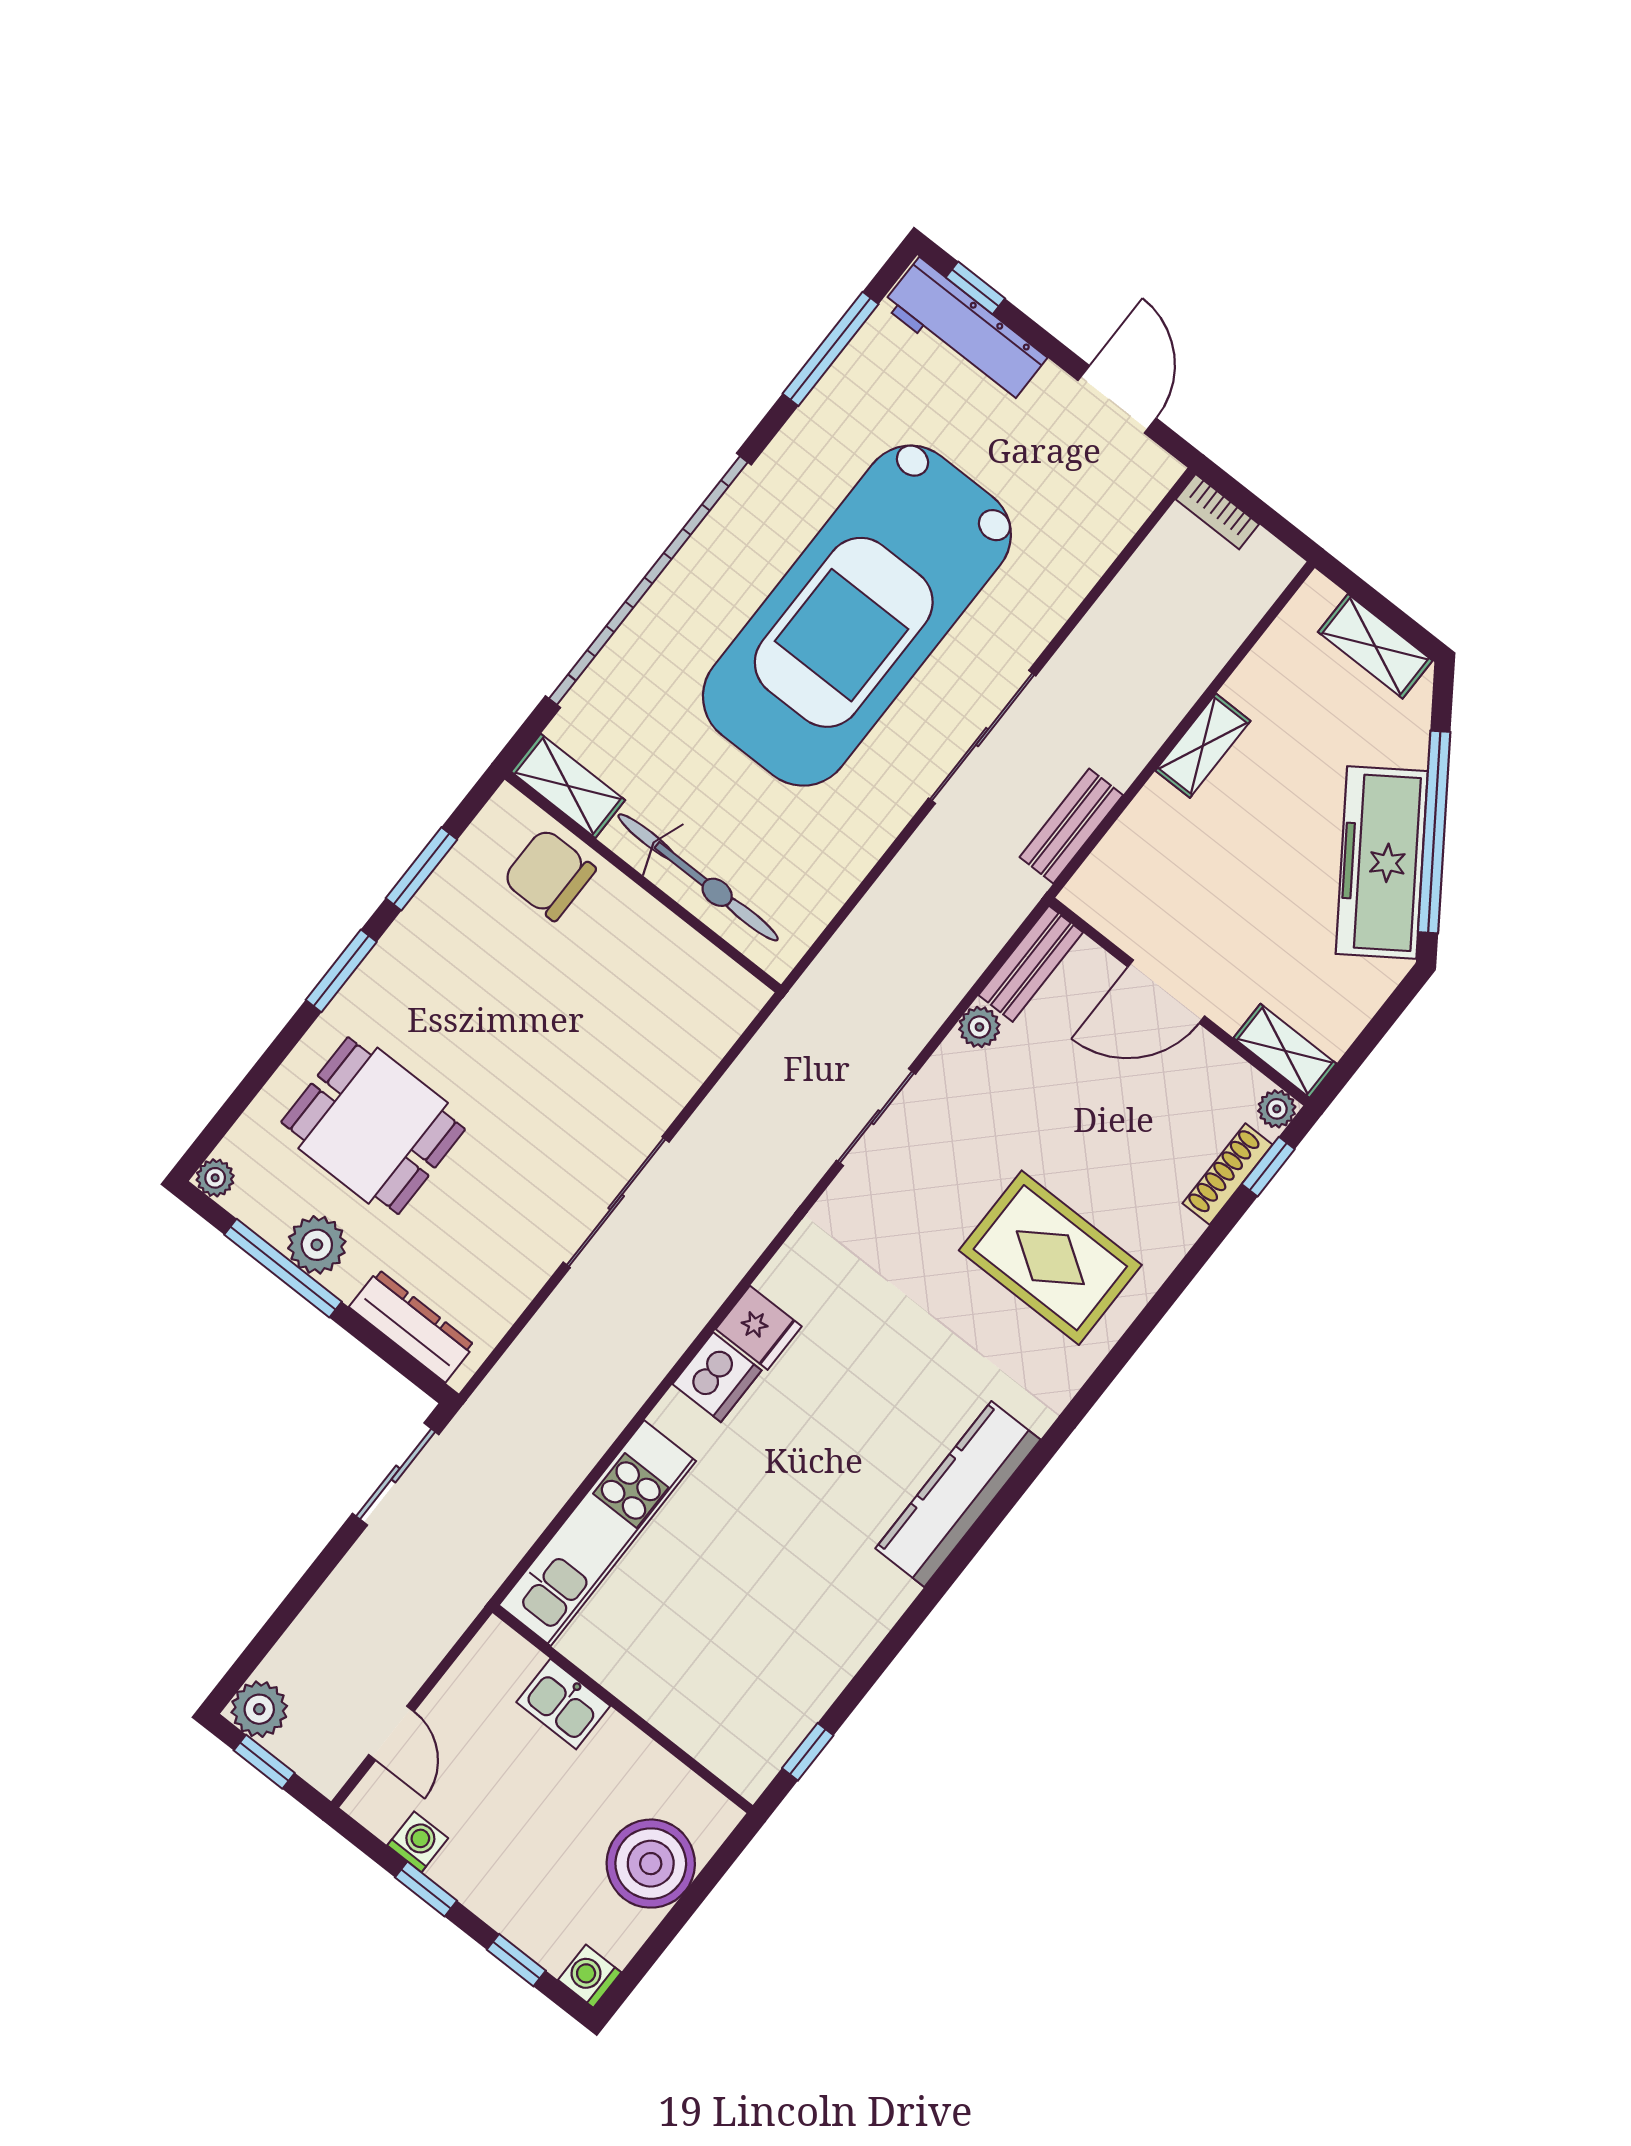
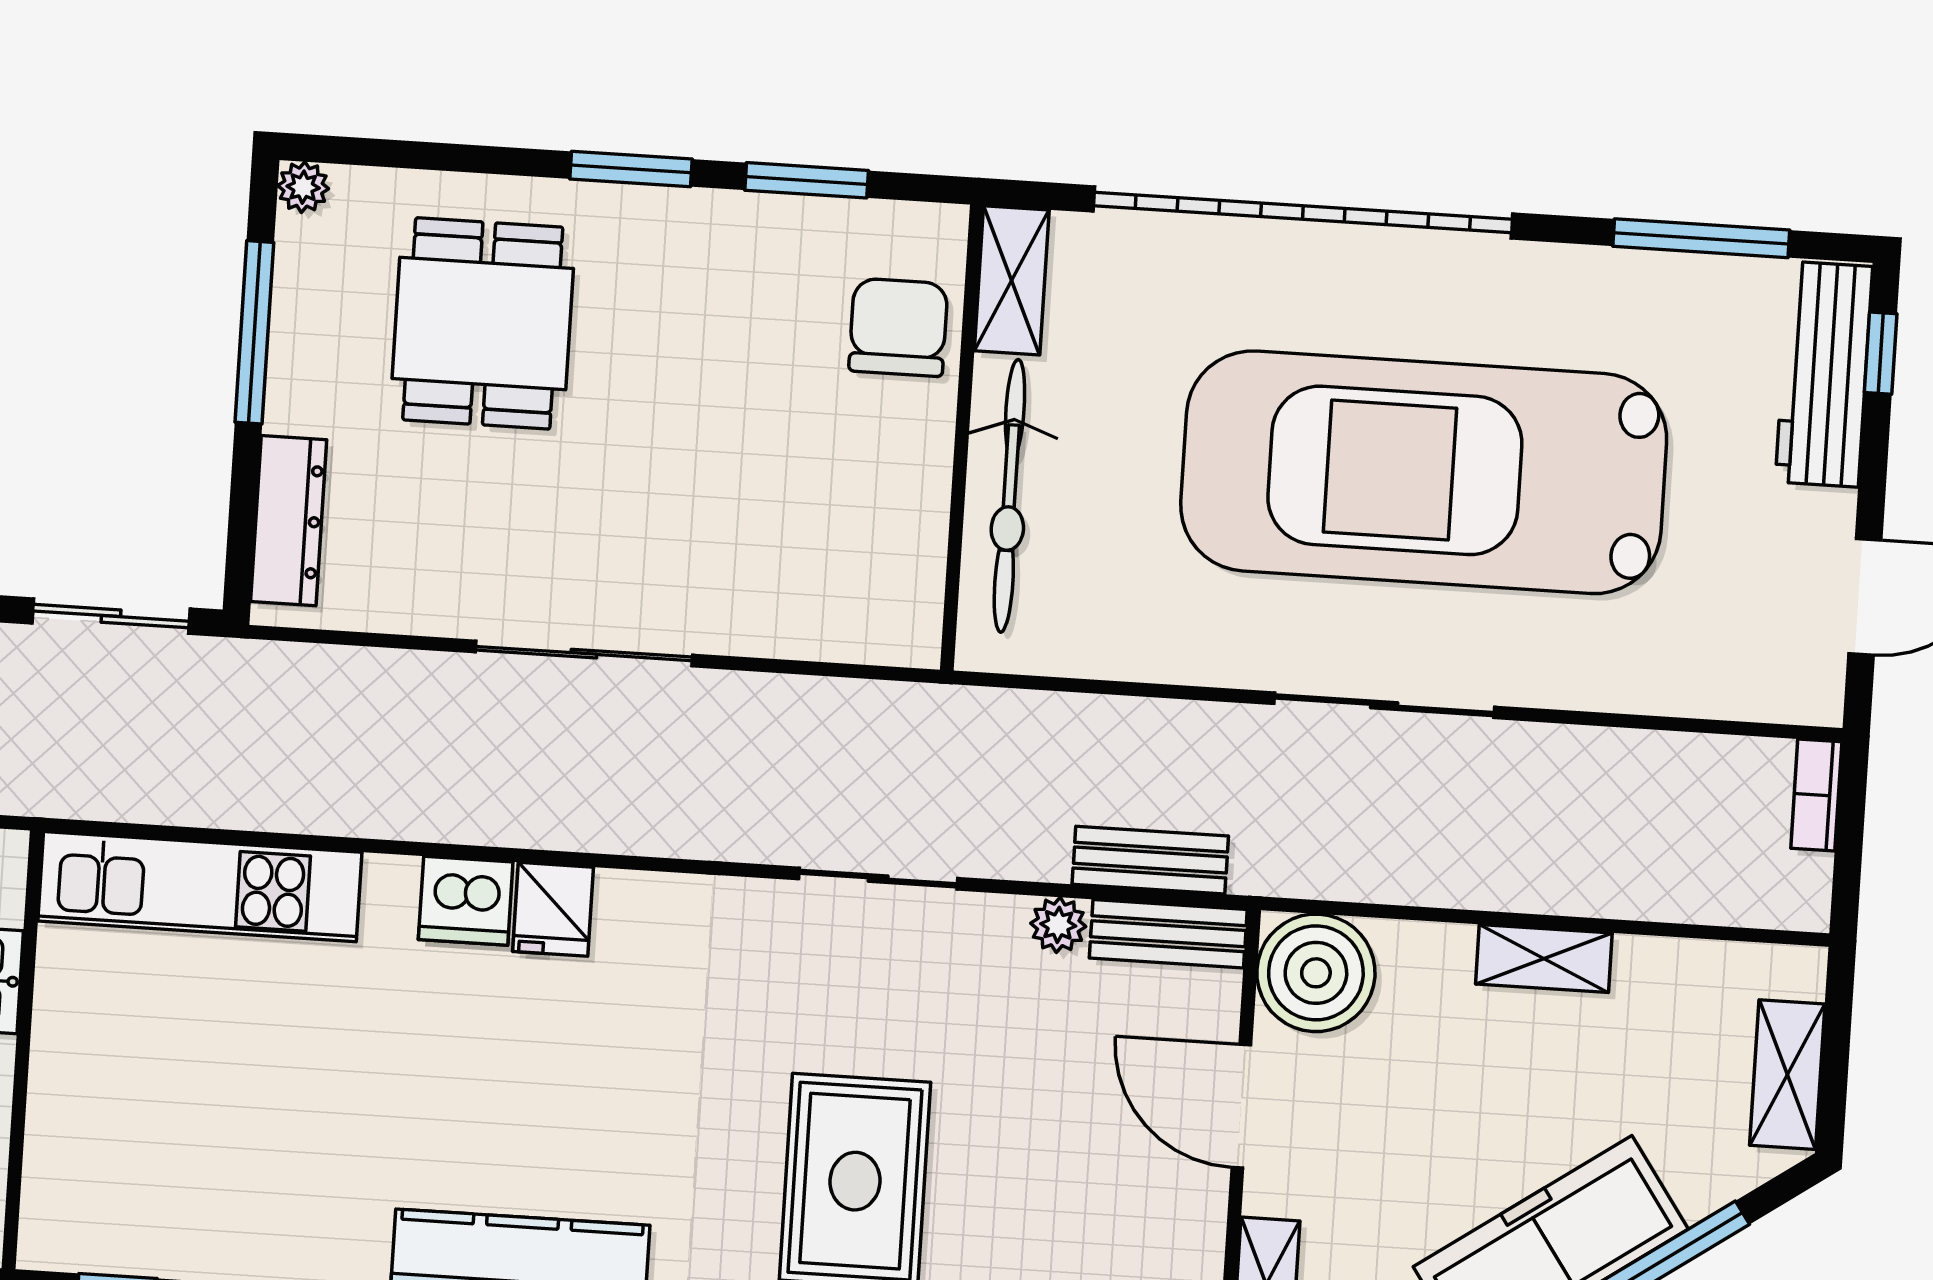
bench: (1071, 826) -> (1150, 860), moved
boiler: (1116, 890) -> (1316, 973), added
plant: (317, 1245) -> (306, 352), removed

